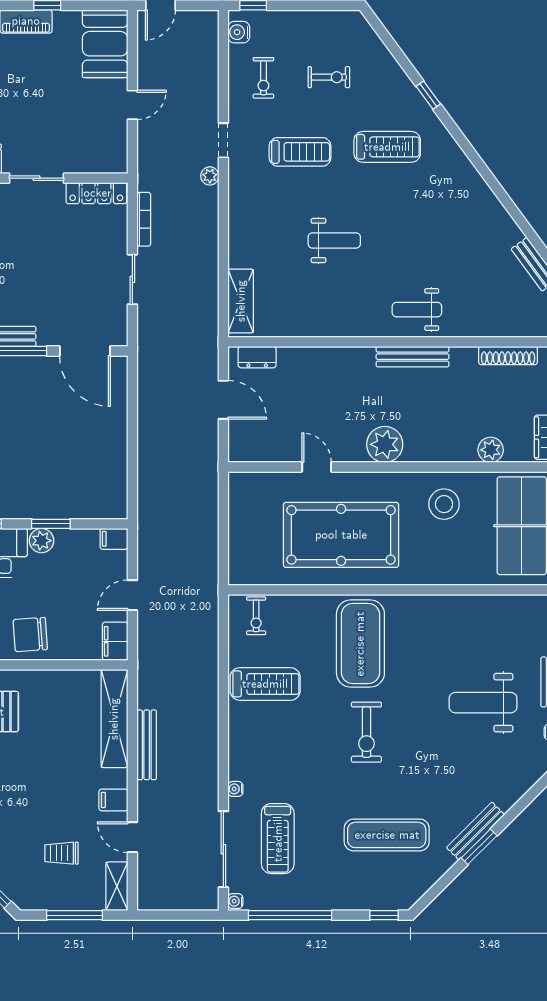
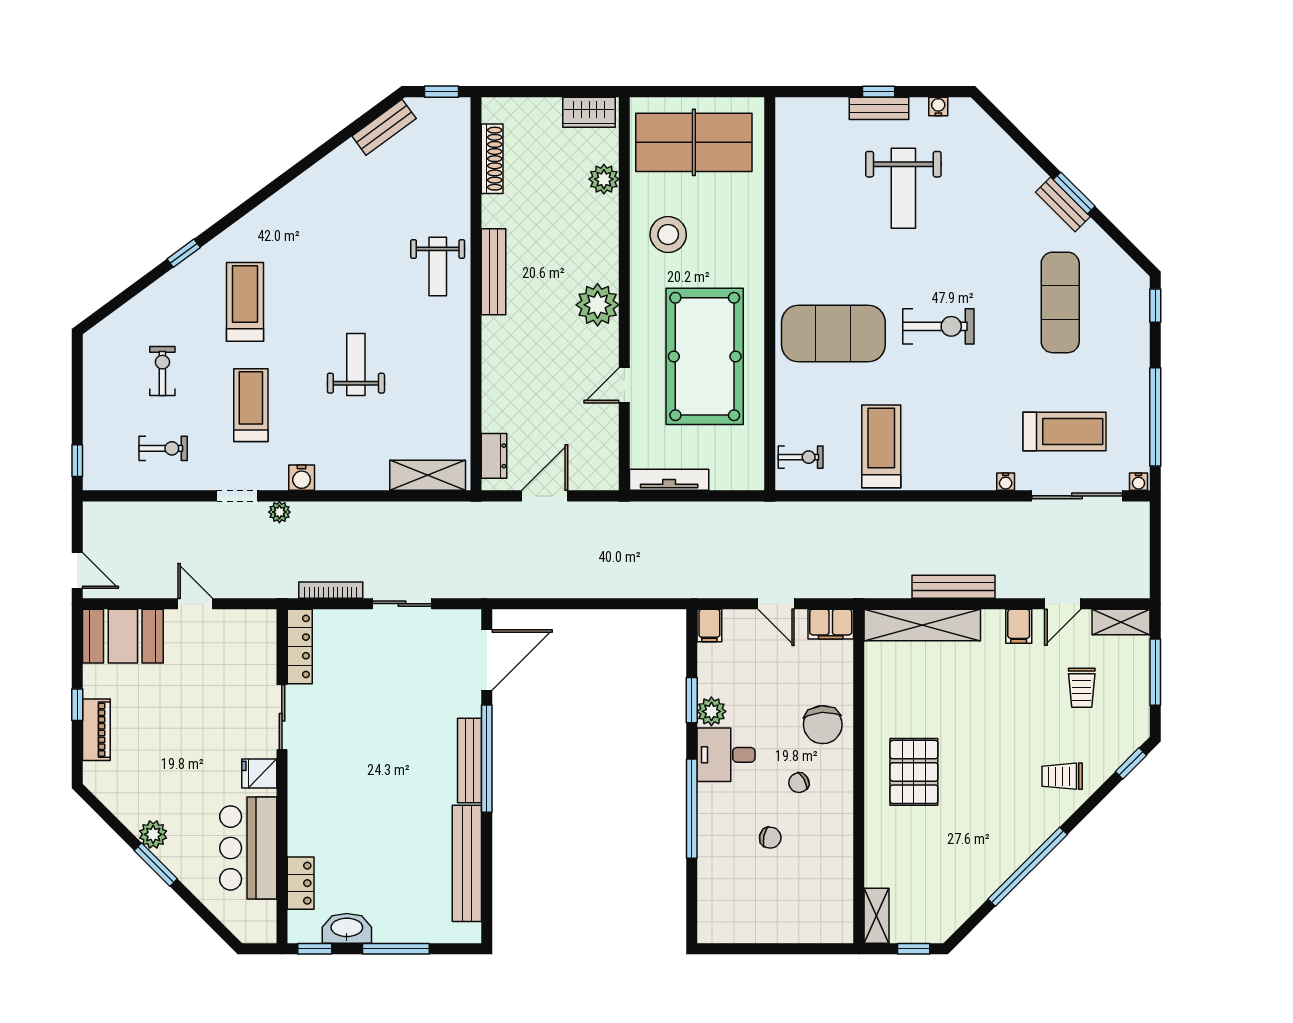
water cooler: (239, 32) -> (302, 478), moved
tv unit: (237, 505) -> (669, 480), added
bench: (476, 831) -> (1063, 204), width x0.73

